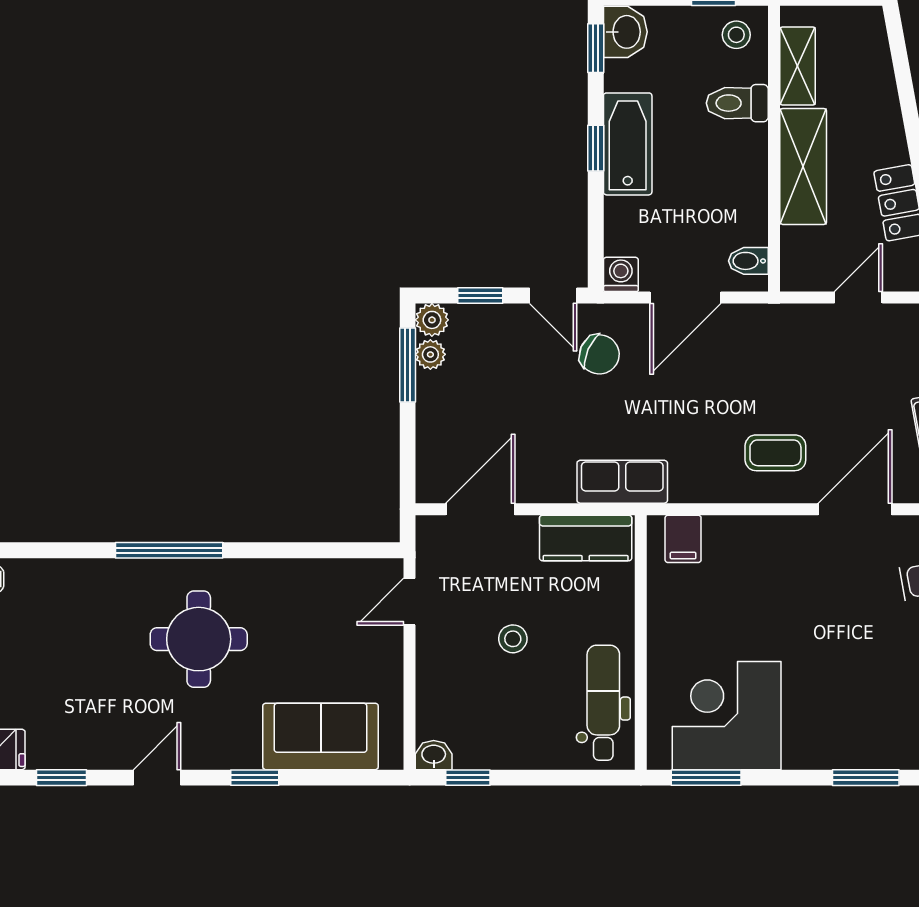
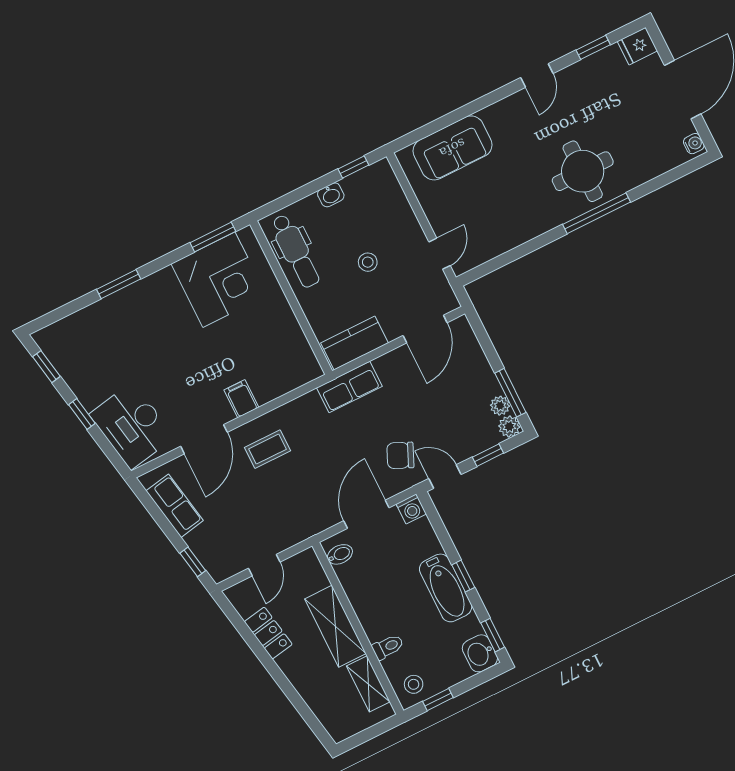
toilet: (737, 103) -> (388, 647), width x0.73, depth x0.72
filing cabinet: (683, 539) -> (241, 399), moved
round table: (199, 639) -> (583, 171), moved
washbasin: (434, 755) -> (331, 195), moved
window: (255, 778) -> (479, 104), removed

